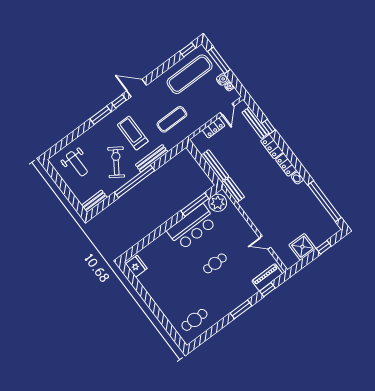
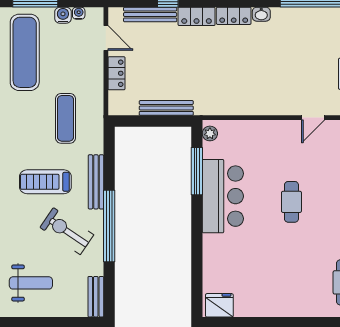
bench: (233, 190) -> (215, 108), removed
plant: (218, 203) -> (210, 133), width x0.53, depth x0.53

